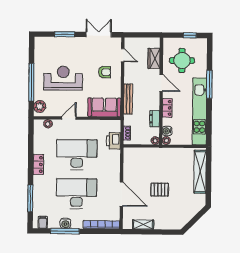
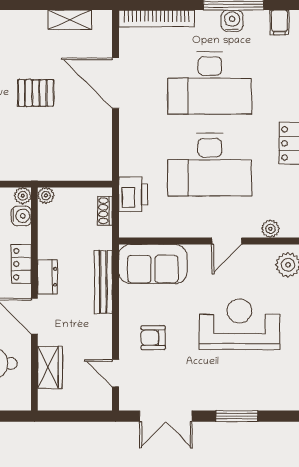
reception desk: (63, 78) -> (239, 324), turned 180
dresser: (155, 119) -> (47, 277), moved

